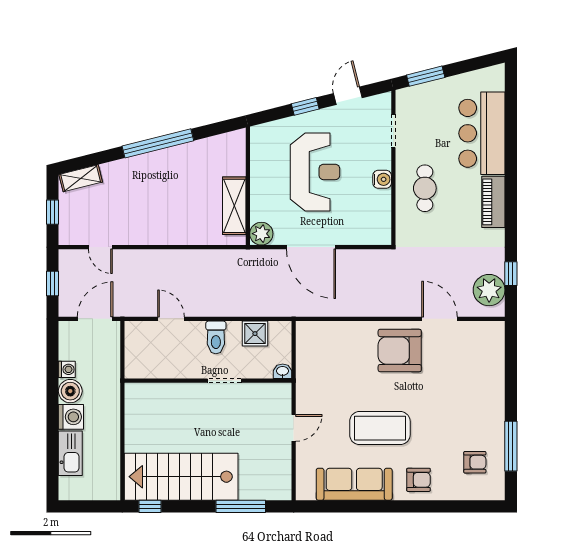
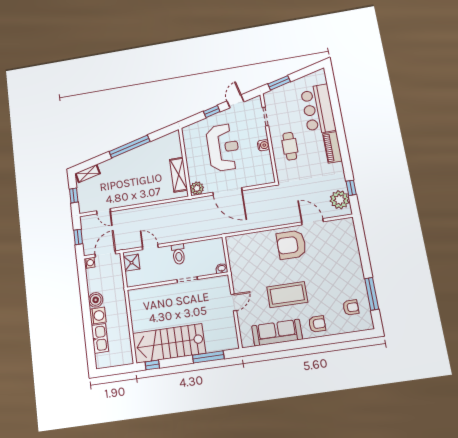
shower: (255, 334) -> (132, 263), moved
washing machine: (67, 369) -> (89, 263), moved

